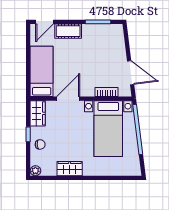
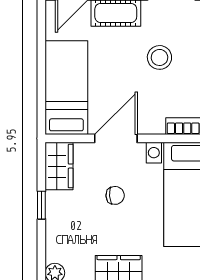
stool: (92, 55) -> (159, 57), added
chair: (40, 144) -> (115, 195), moved

